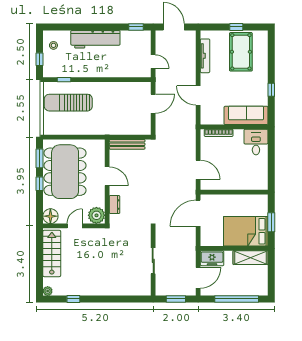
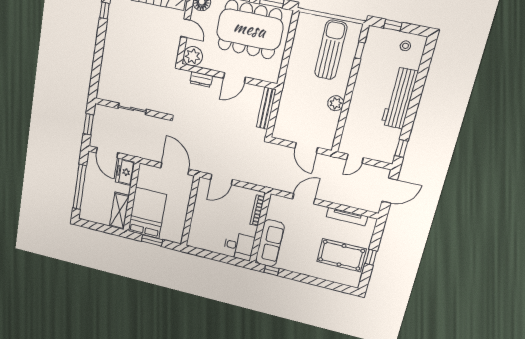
plant: (110, 88) -> (336, 103), added
window: (271, 90) -> (271, 270), moved

